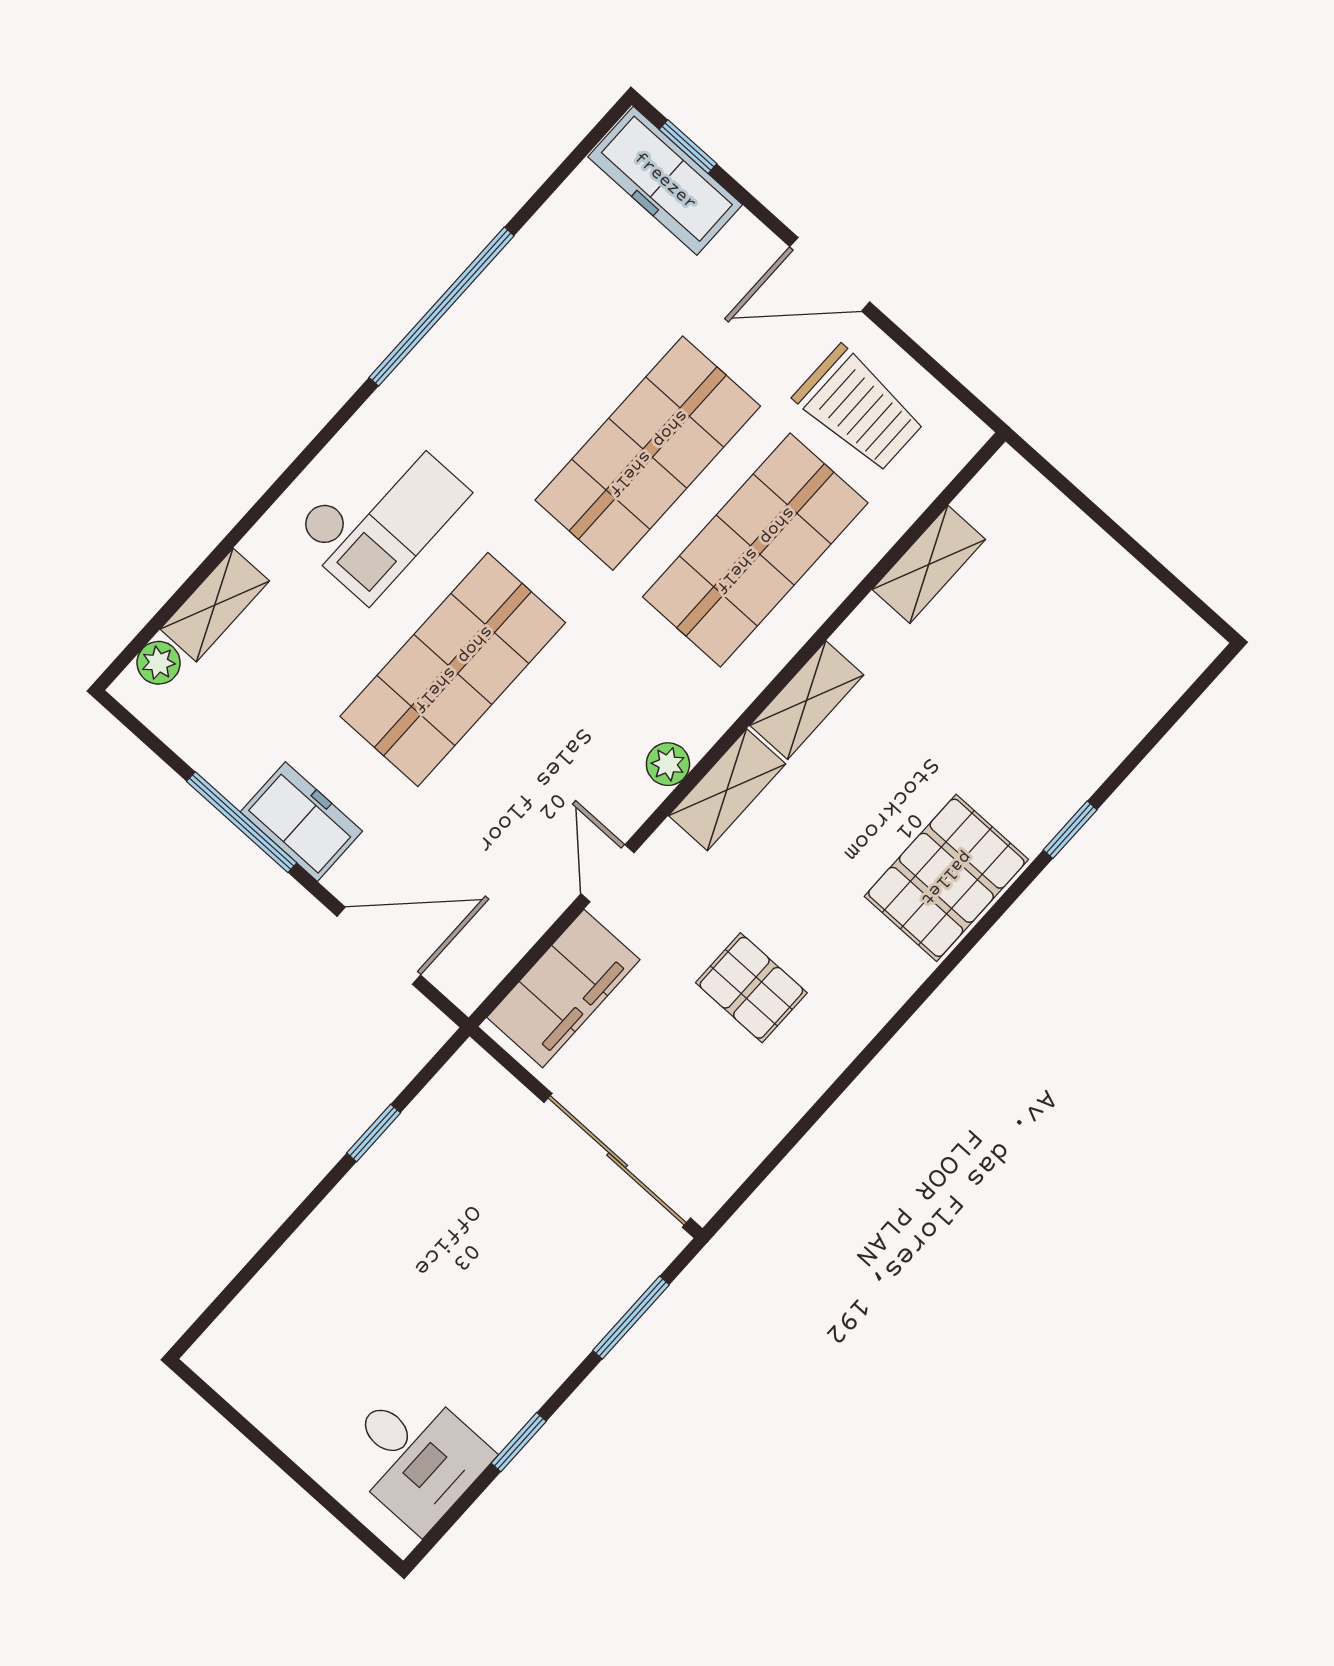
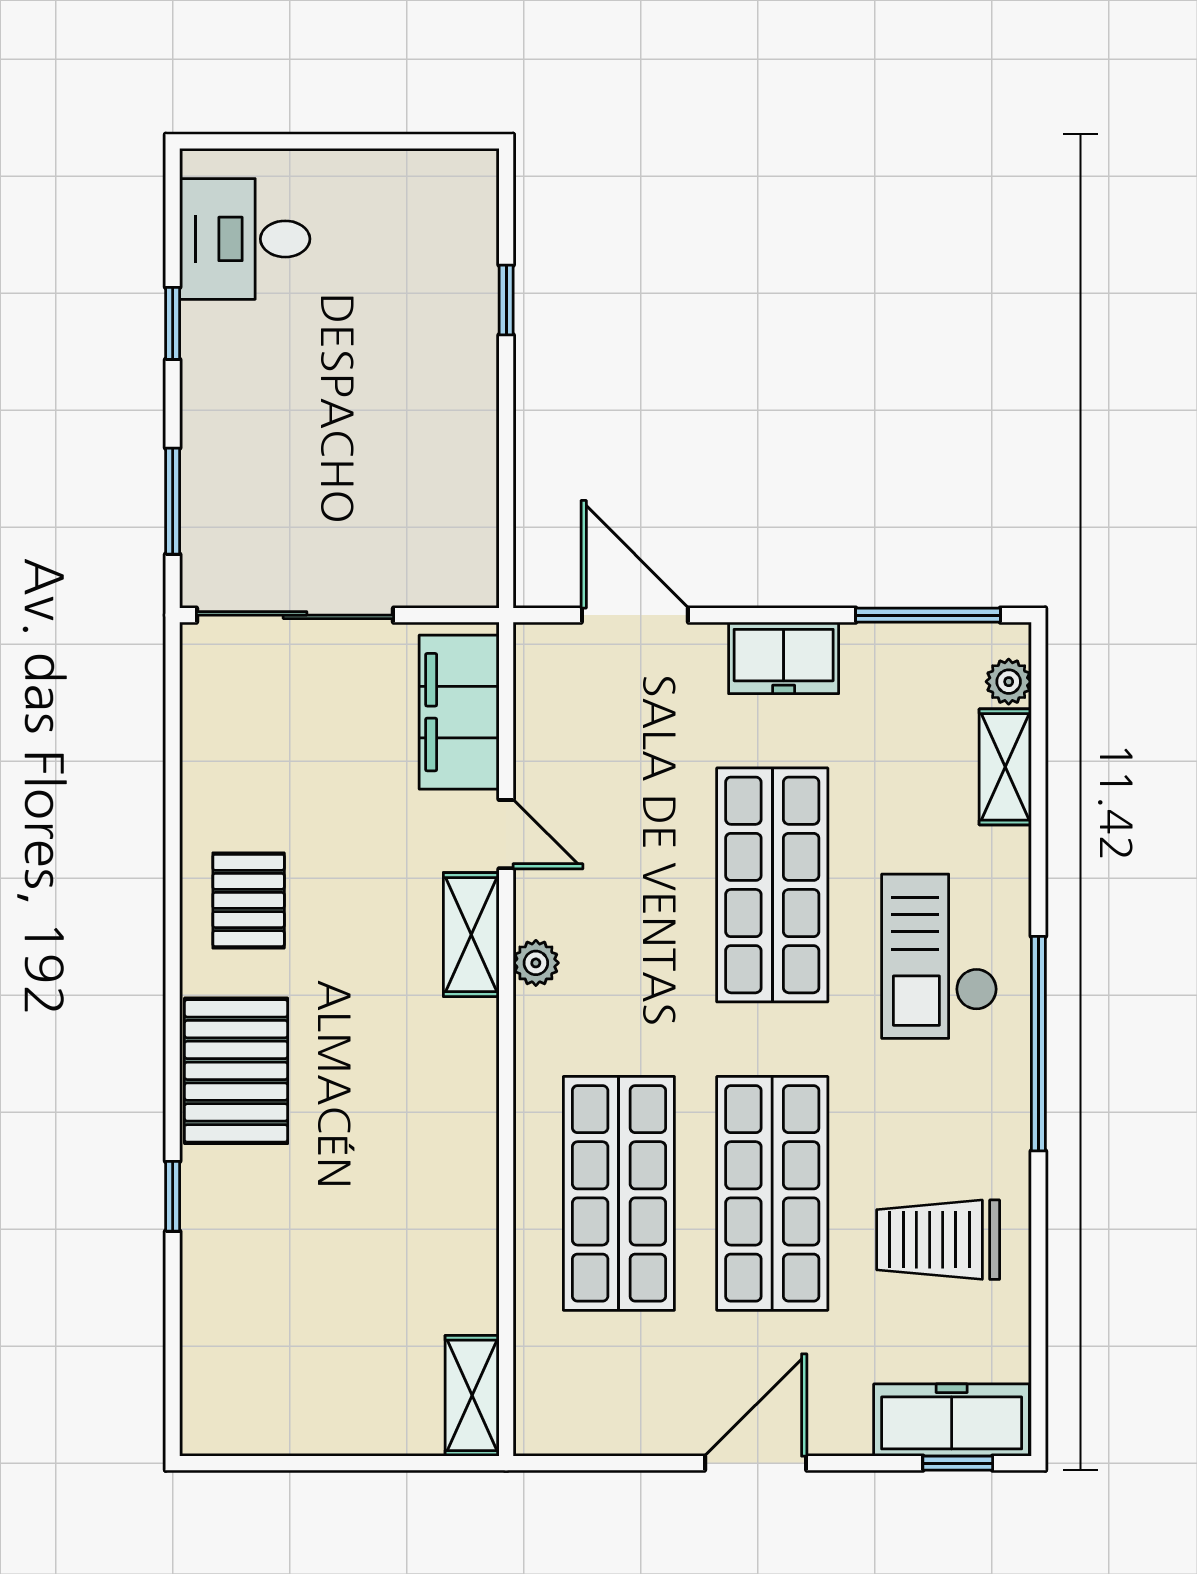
window: (442, 307) -> (1038, 1044), moved
trolley: (859, 409) -> (938, 1240), moved
shelving: (929, 564) -> (472, 1395), moved
shelving: (807, 700) -> (472, 1112), removed
shelving: (727, 790) -> (471, 935), moved
window: (242, 822) -> (928, 615), moved
door: (379, 946) -> (635, 615), swing flipped
pallet: (751, 988) -> (249, 900), moved, turned 90
window: (374, 1133) -> (506, 300), moved

